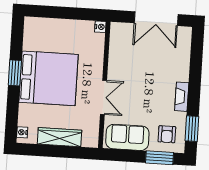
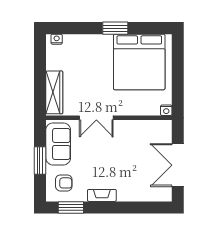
bed: (48, 78) -> (139, 62), moved
armchair: (167, 134) -> (64, 183), turned 180
wardrobe: (60, 137) -> (54, 92), moved
window: (160, 158) -> (40, 160), moved

